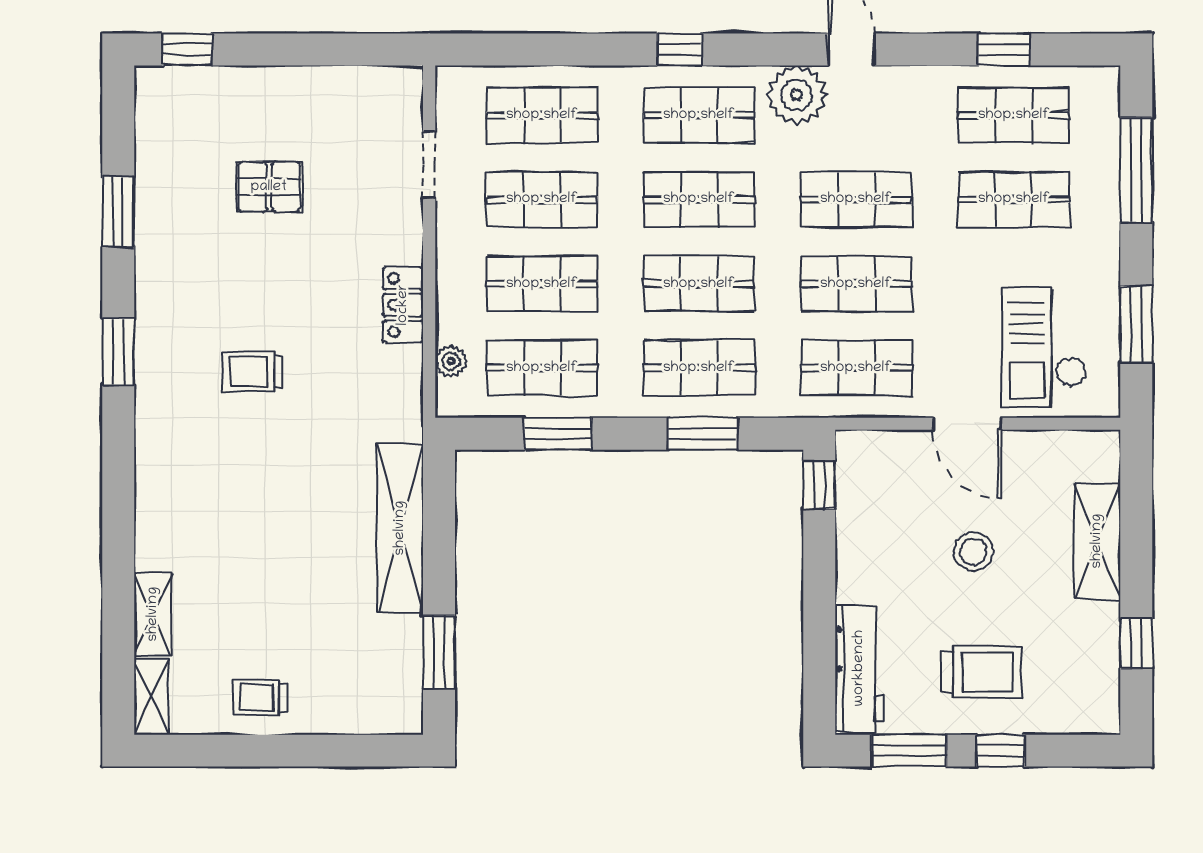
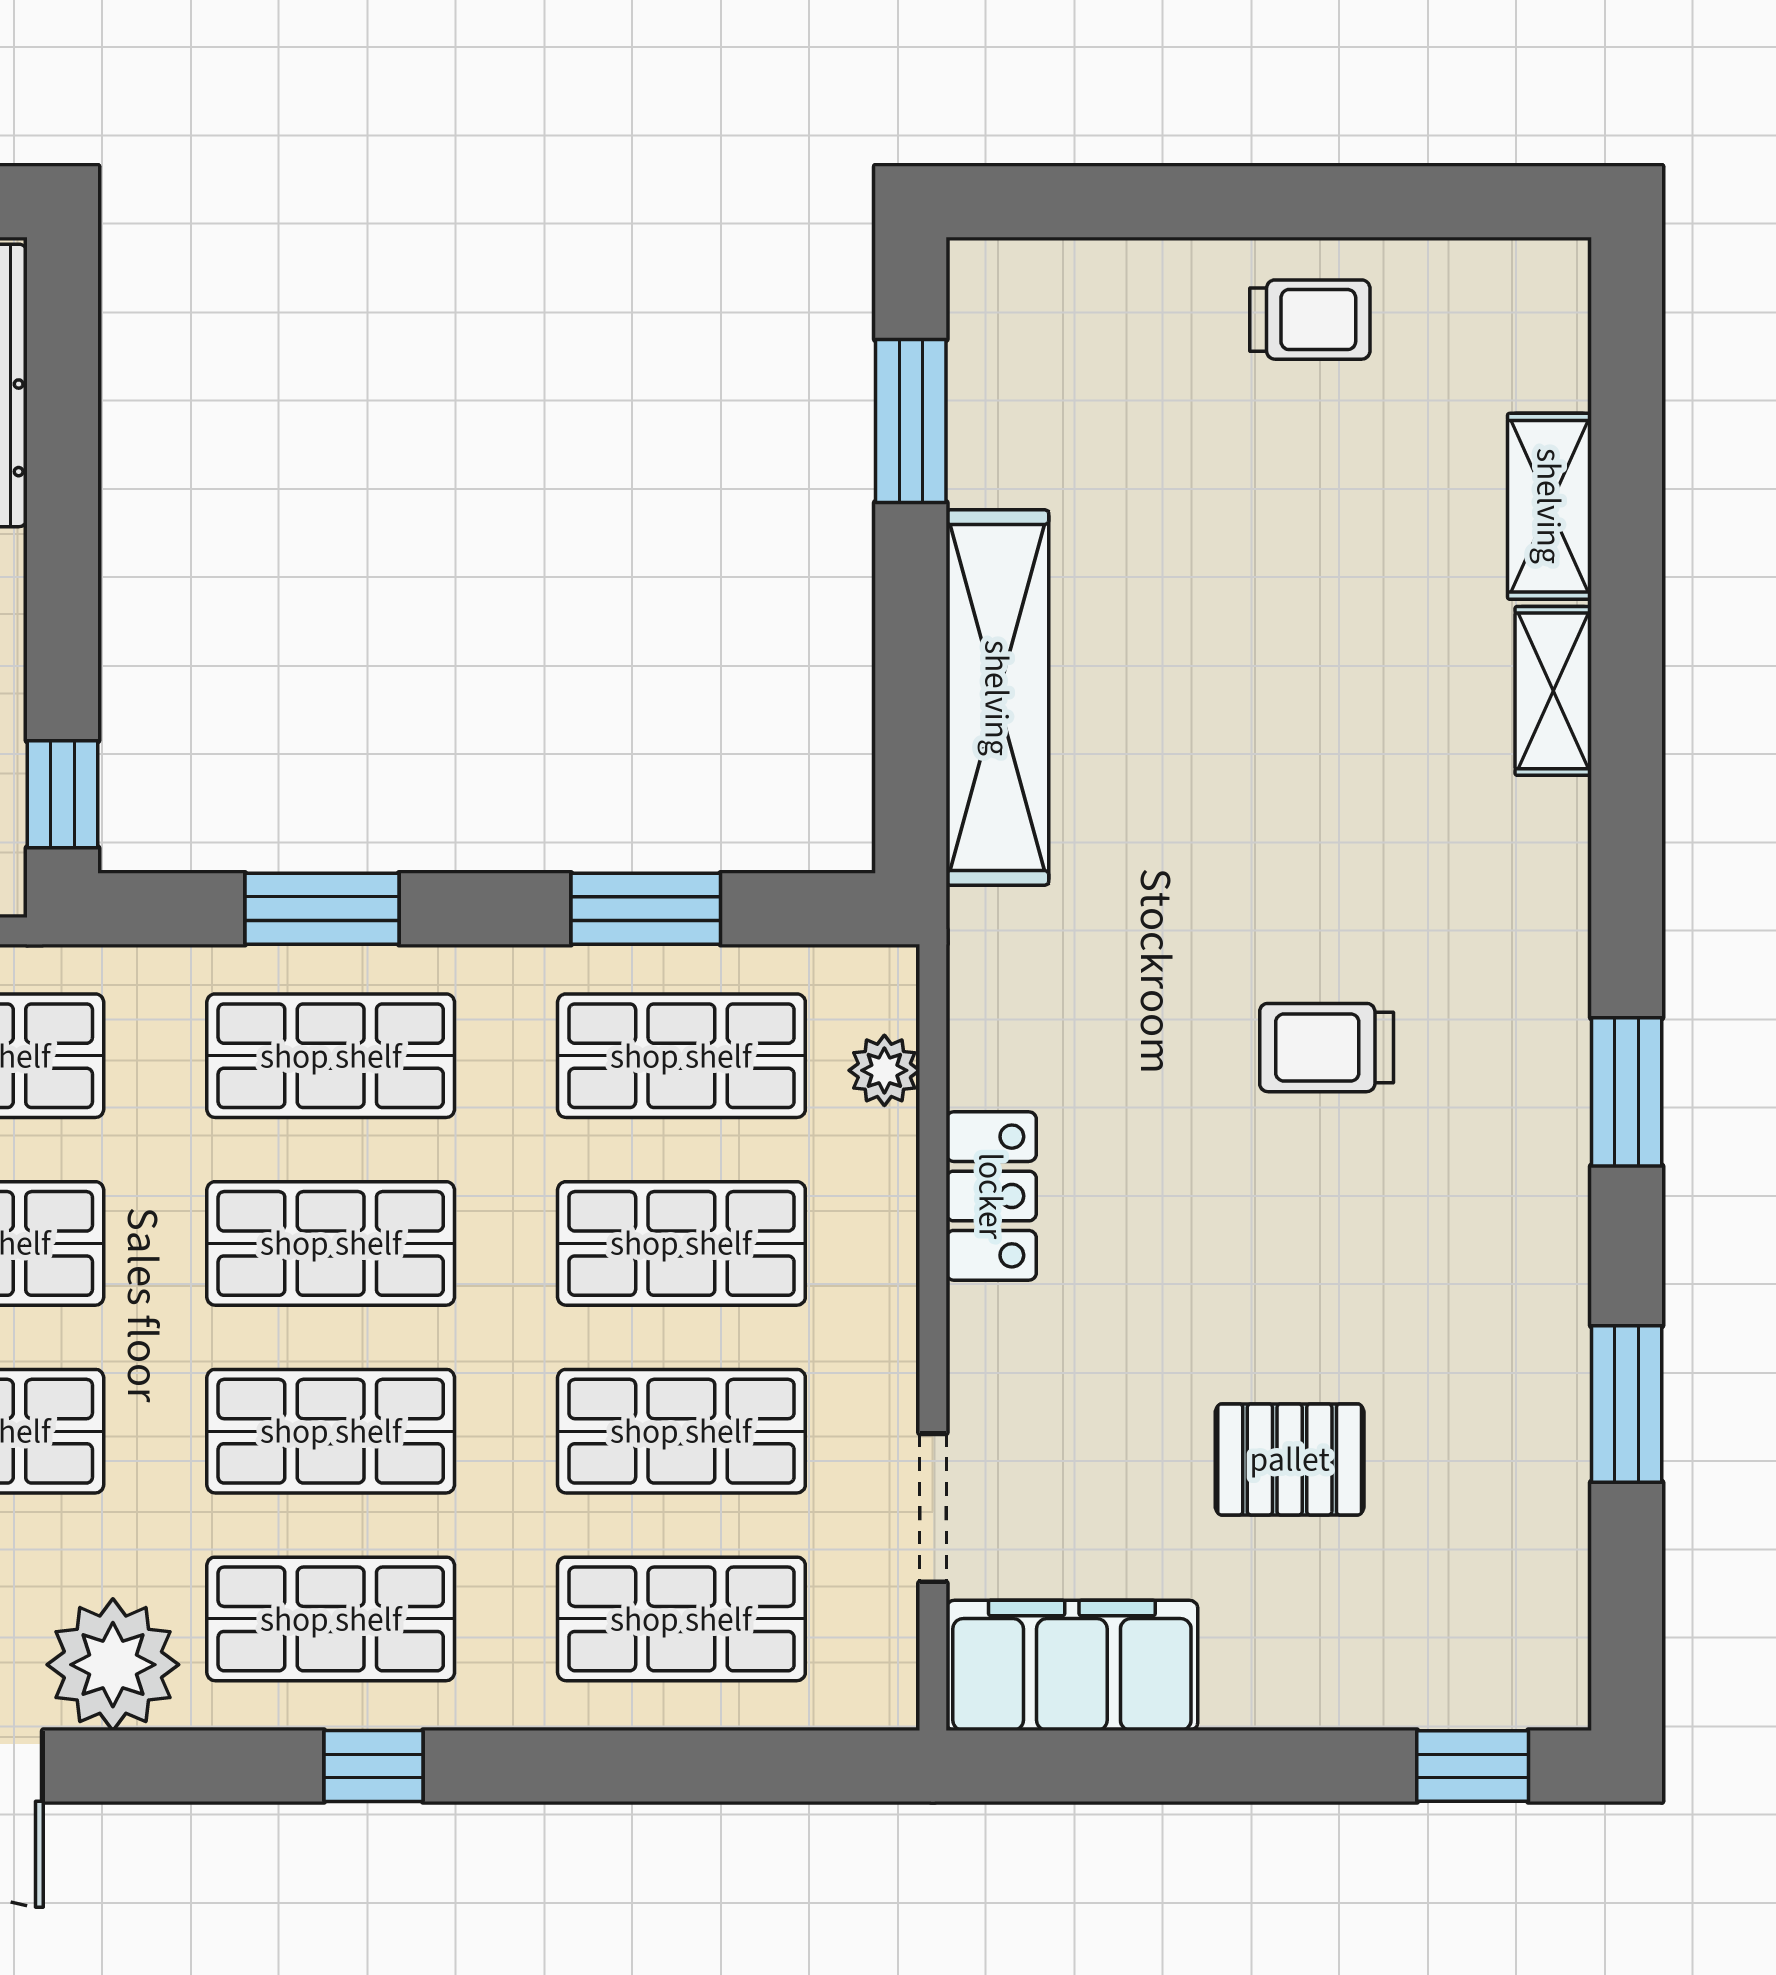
filing cabinet: (367, 95) -> (1072, 1665), added
trolley: (253, 371) -> (1327, 1048), turned 180
shelving: (151, 697) -> (1553, 691), moved

